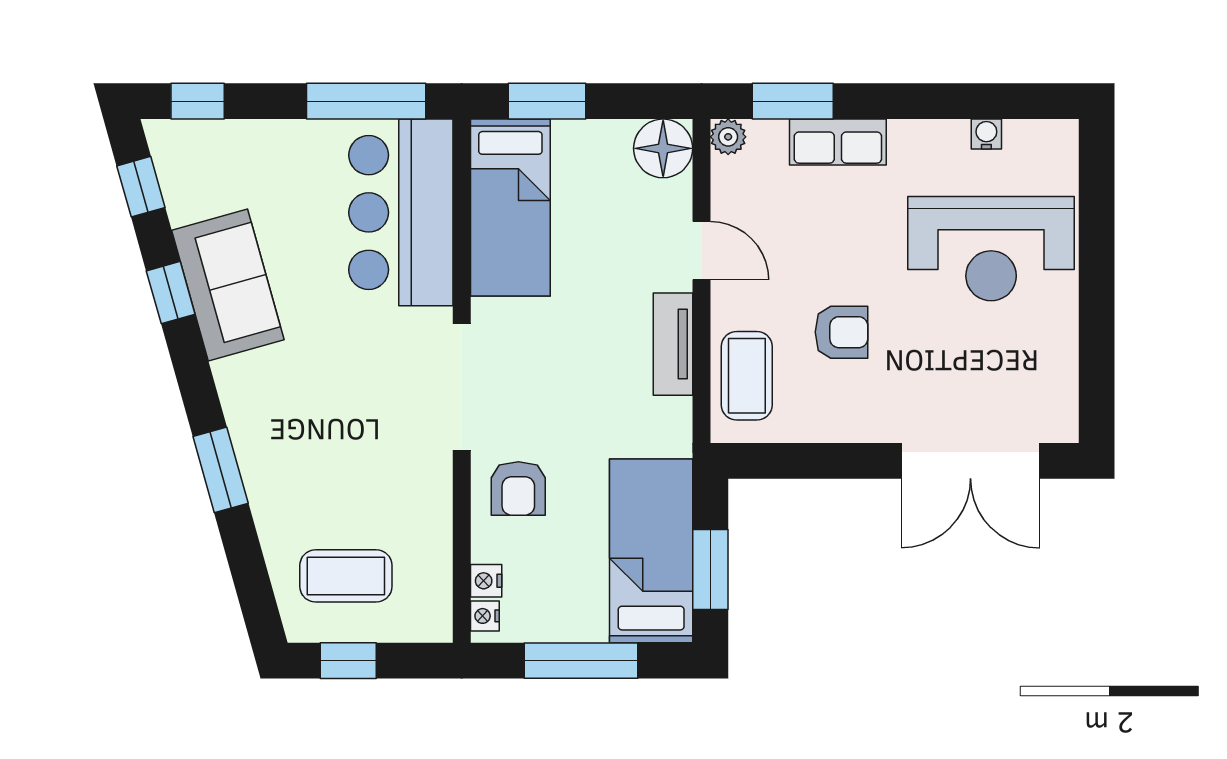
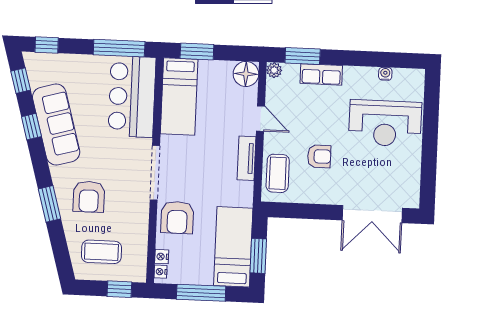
sofa: (228, 285) -> (56, 125), width x1.36
armchair: (311, 449) -> (89, 197), added
armchair: (518, 488) -> (177, 217), width x1.38, depth x1.38
window: (348, 661) -> (119, 289), moved

